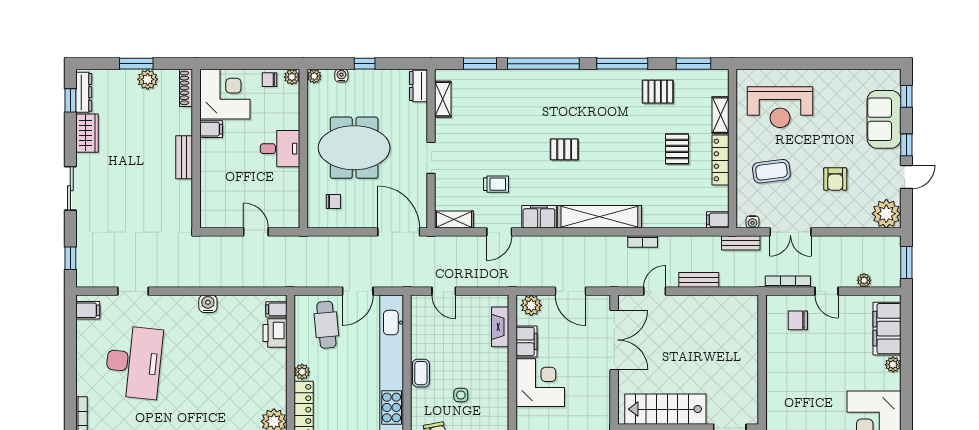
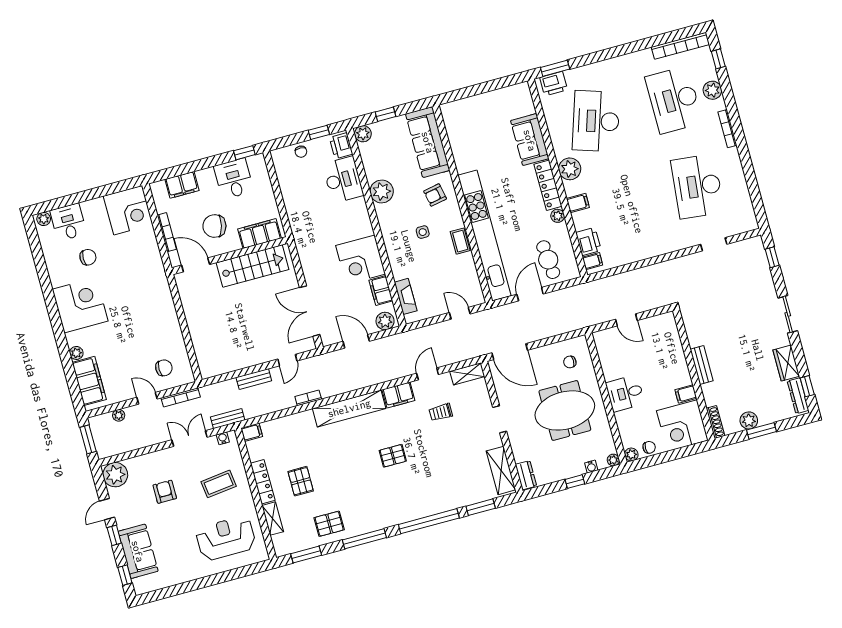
shelving: (443, 99) -> (501, 470), width x1.50, depth x1.33
water cooler: (208, 304) -> (650, 250), removed
filing cabinet: (88, 310) -> (578, 203), moved, turned 180

